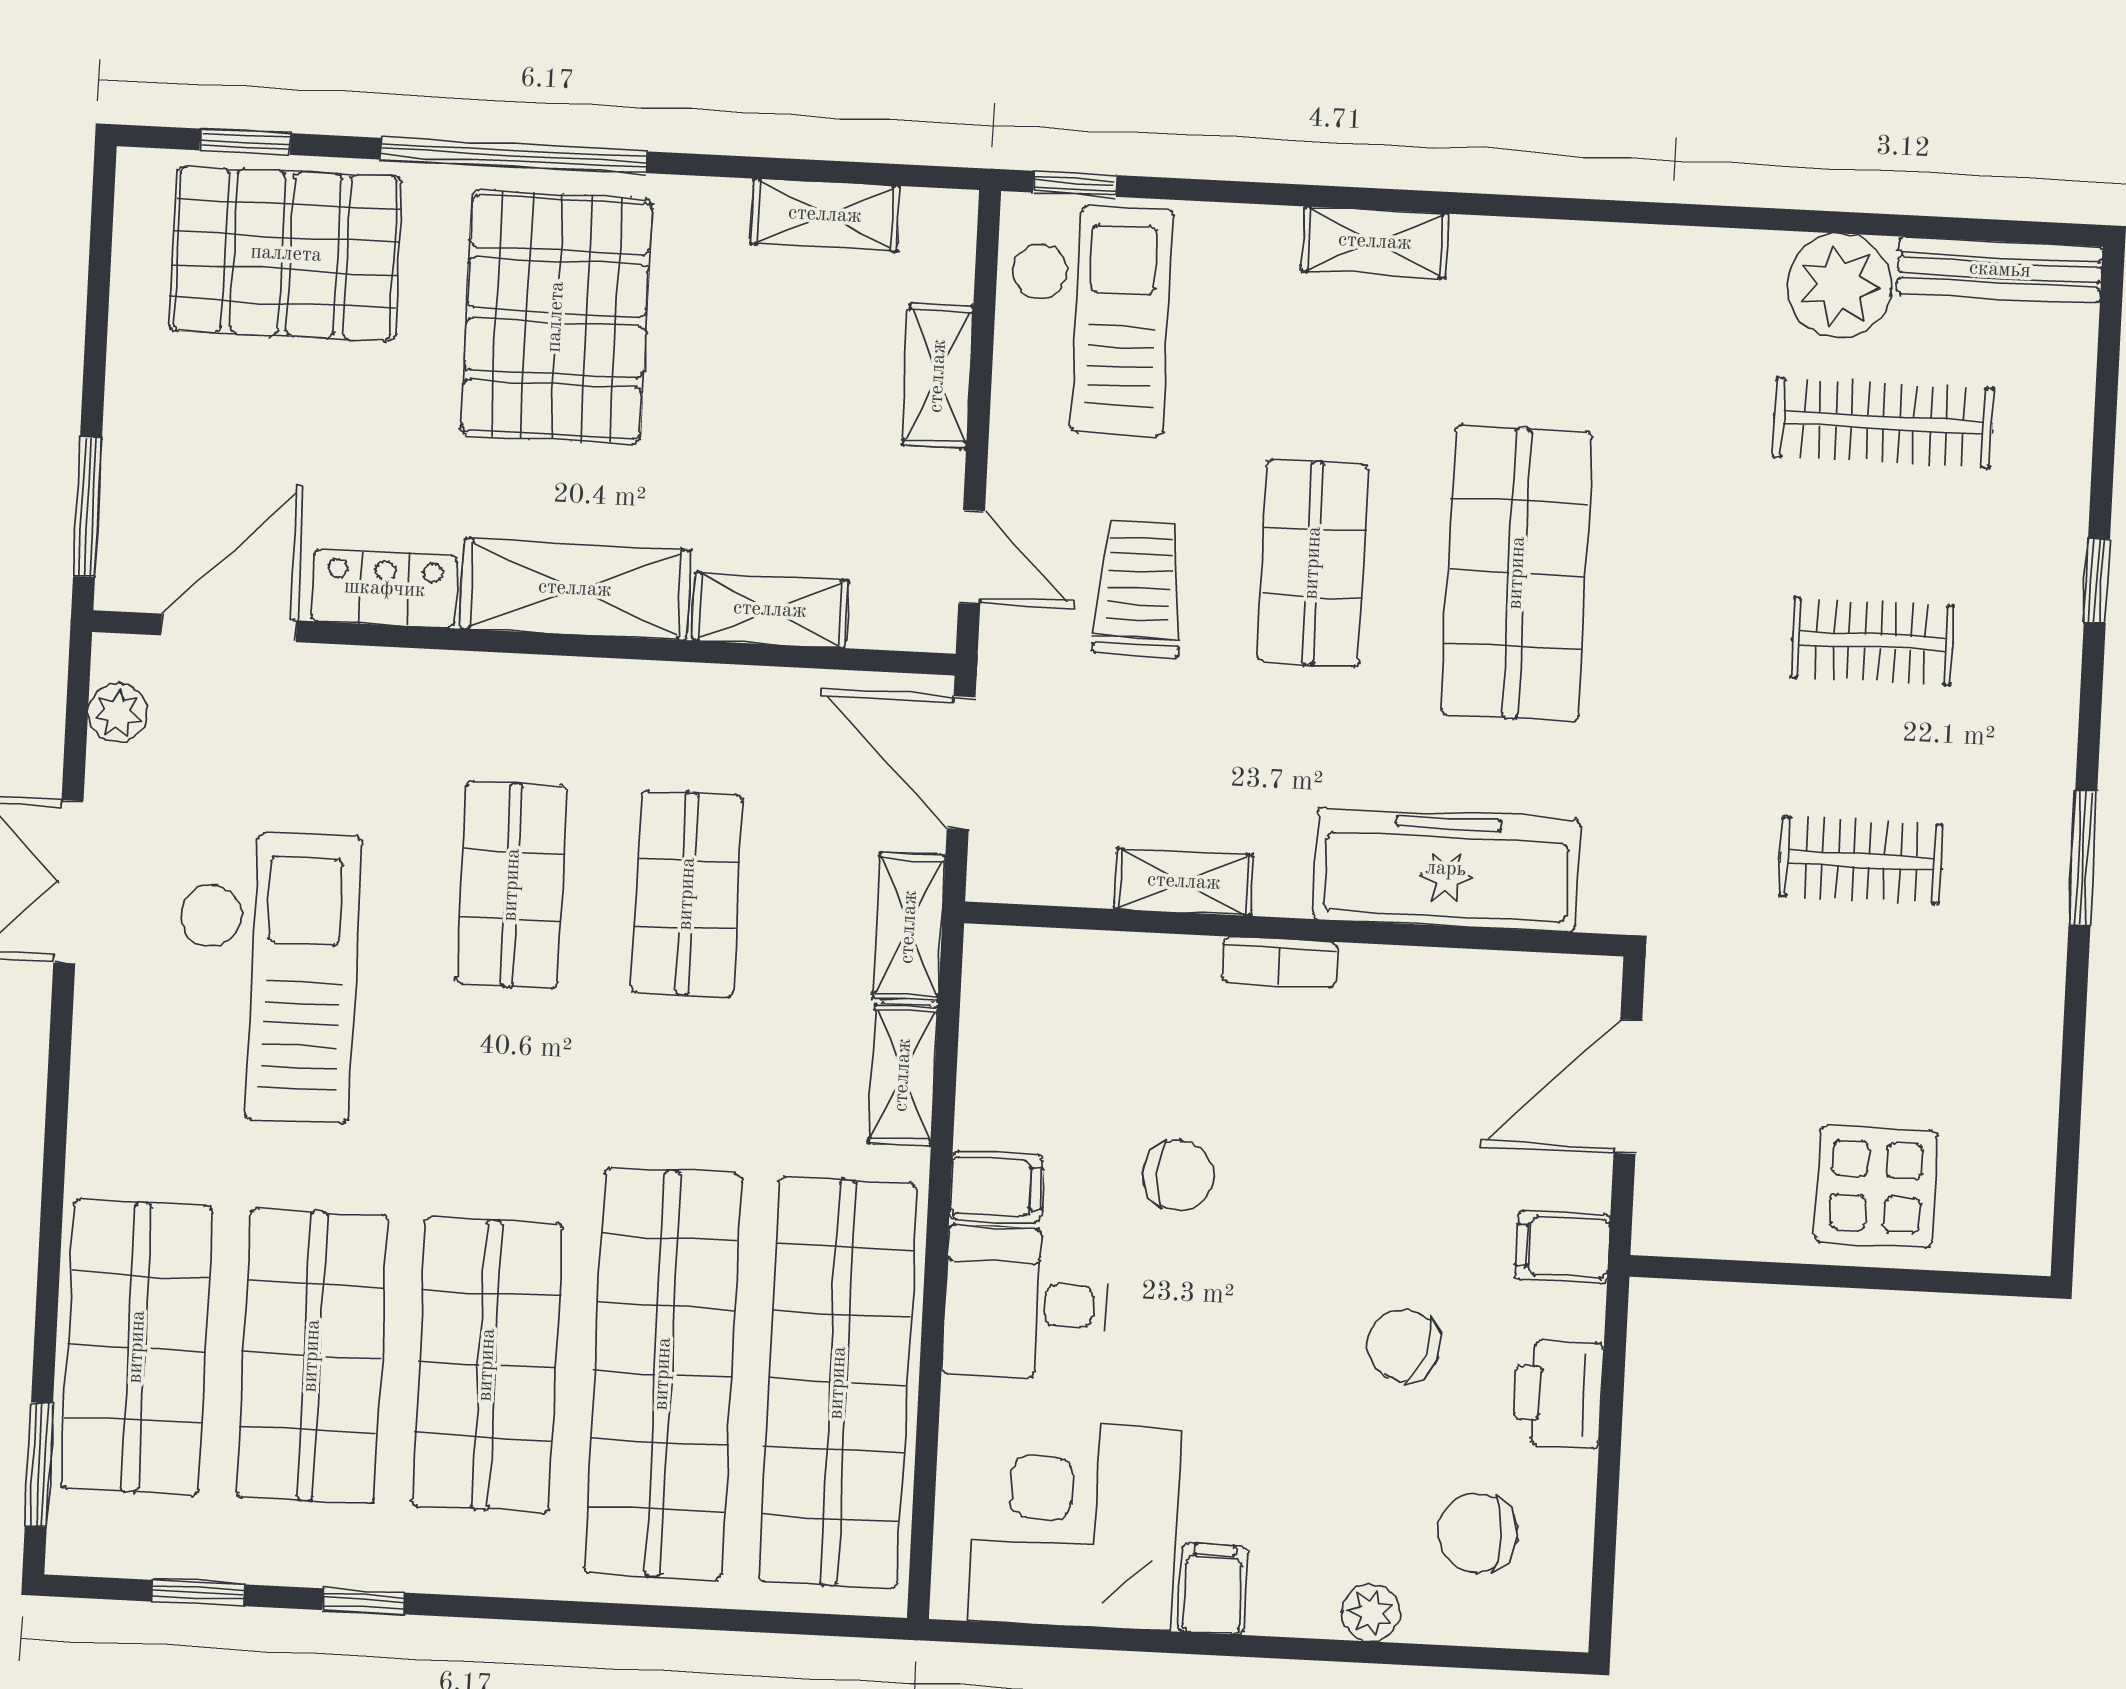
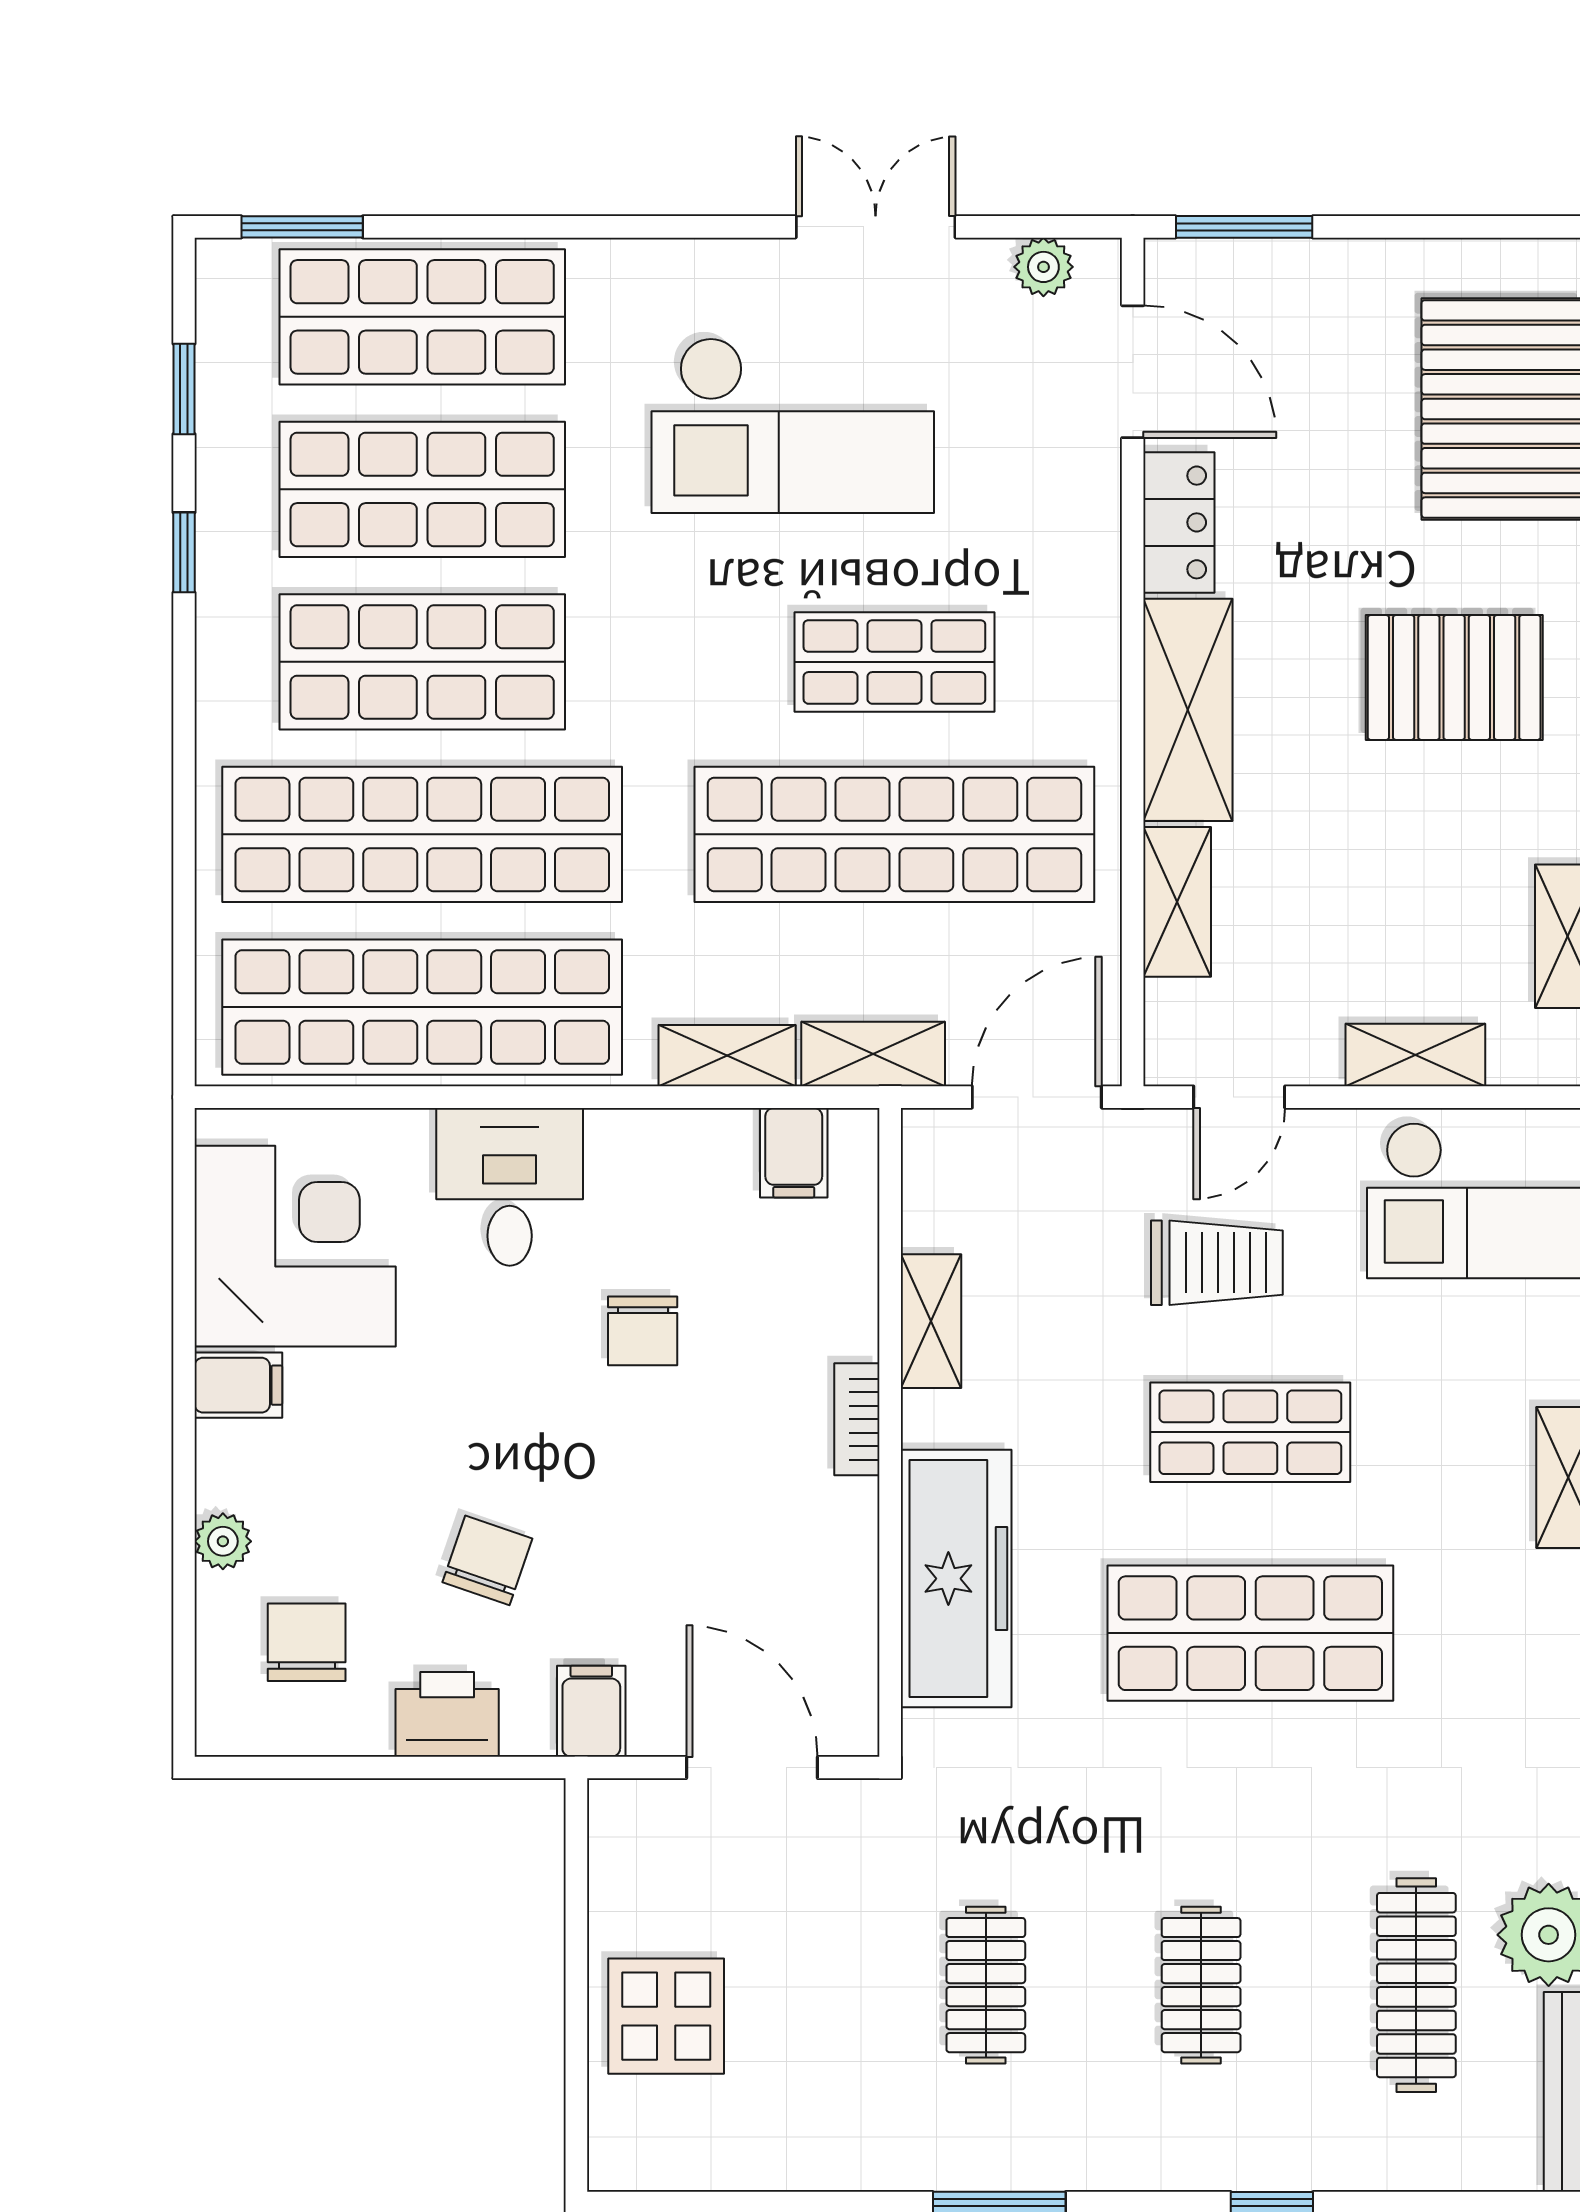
pallet: (556, 317) -> (1454, 677), width x0.73, depth x0.71
shop shelf: (687, 894) -> (894, 834), width x2.00, depth x1.36
filing cabinet: (996, 1187) -> (794, 1153), moved

